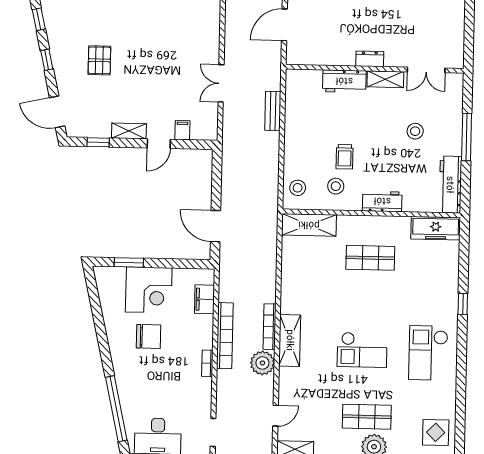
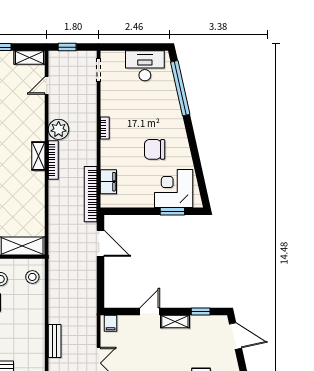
filing cabinet: (182, 130) -> (111, 323), moved
corner desk: (149, 290) -> (174, 188), moved
bookcase: (225, 336) -> (91, 194), moved
shelving: (290, 340) -> (38, 156), width x0.67, depth x0.75

